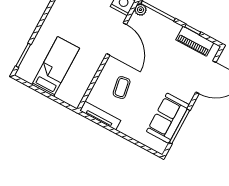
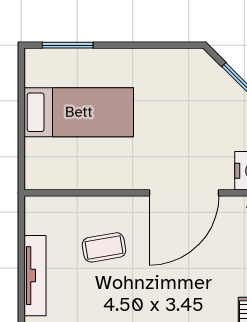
tv unit: (100, 116) -> (35, 276), moved

